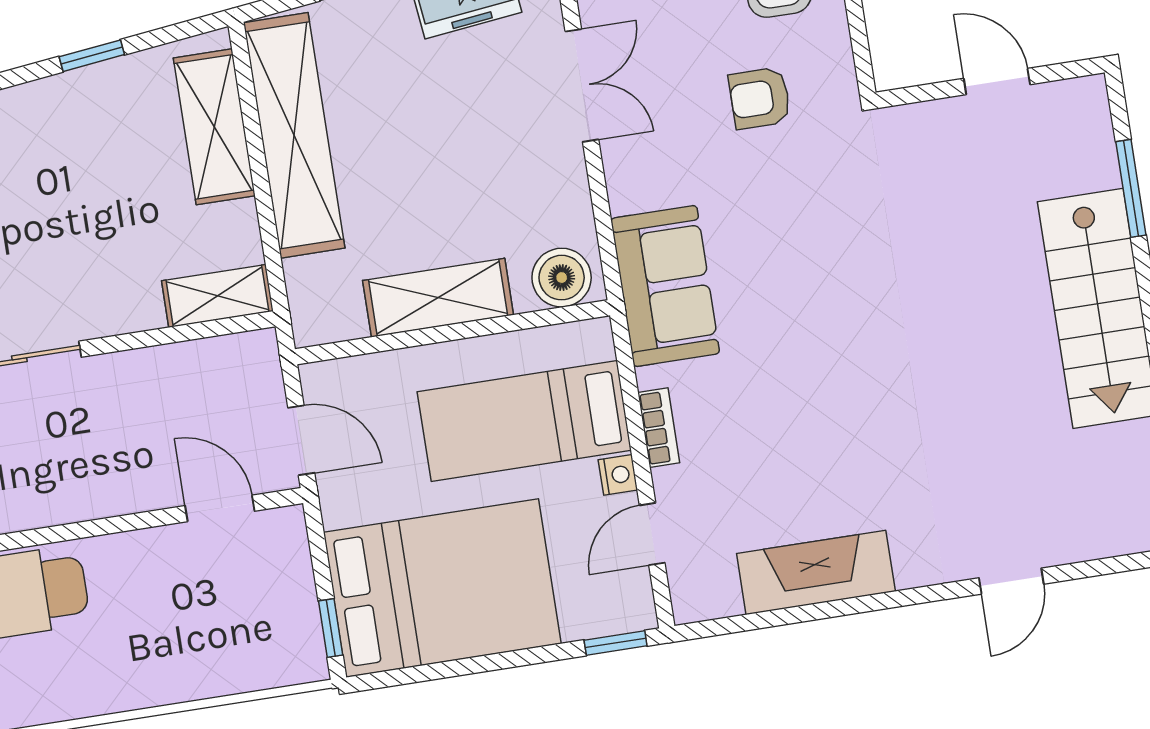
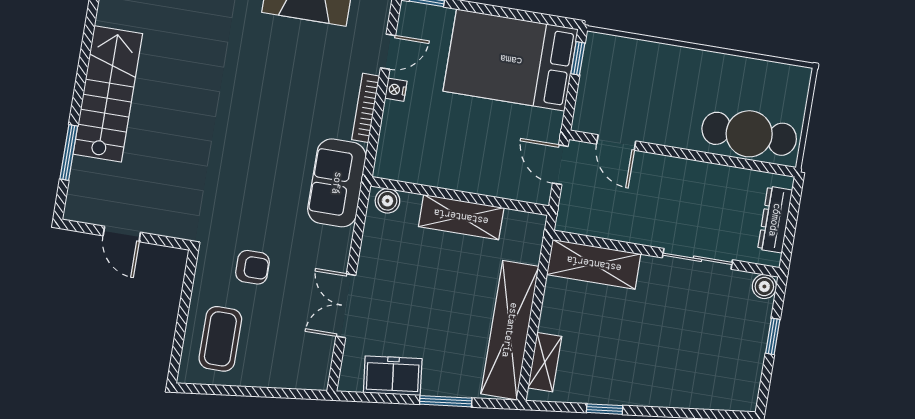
shelving: (214, 127) -> (545, 362), width x0.67, depth x0.75
boiler: (562, 278) -> (387, 201), width x0.73, depth x0.73
shelving: (217, 296) -> (594, 264), width x1.50, depth x1.33
bed: (524, 421) -> (437, 135), removed
bookcase: (659, 428) -> (366, 108), width x1.56

